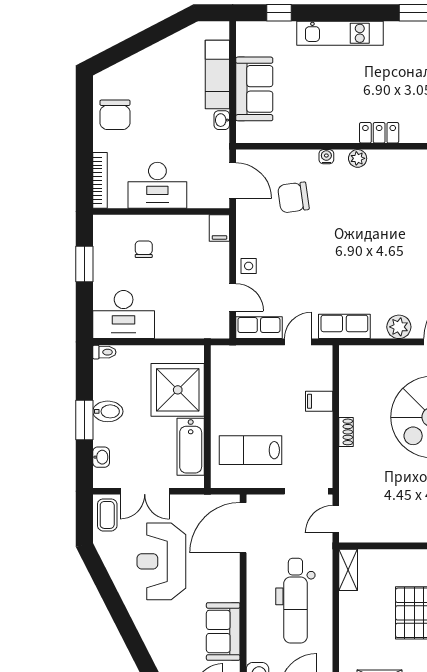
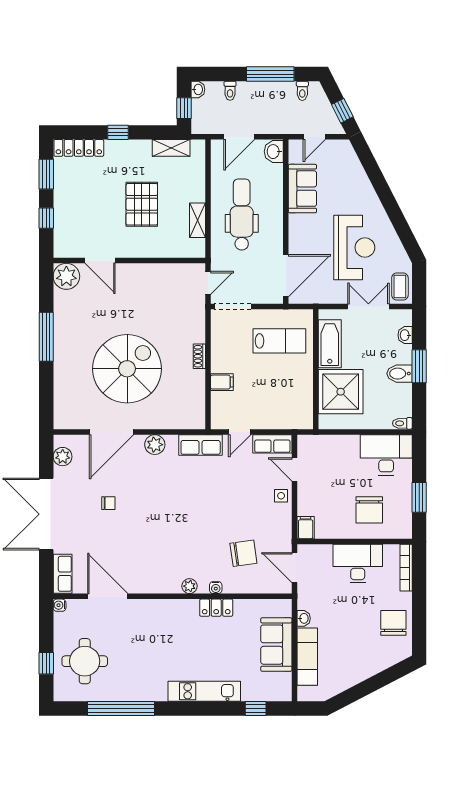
locker: (379, 133) -> (216, 608), moved
chair: (144, 249) -> (369, 510), width x1.87, depth x1.87
shelving: (348, 570) -> (197, 220), moved

